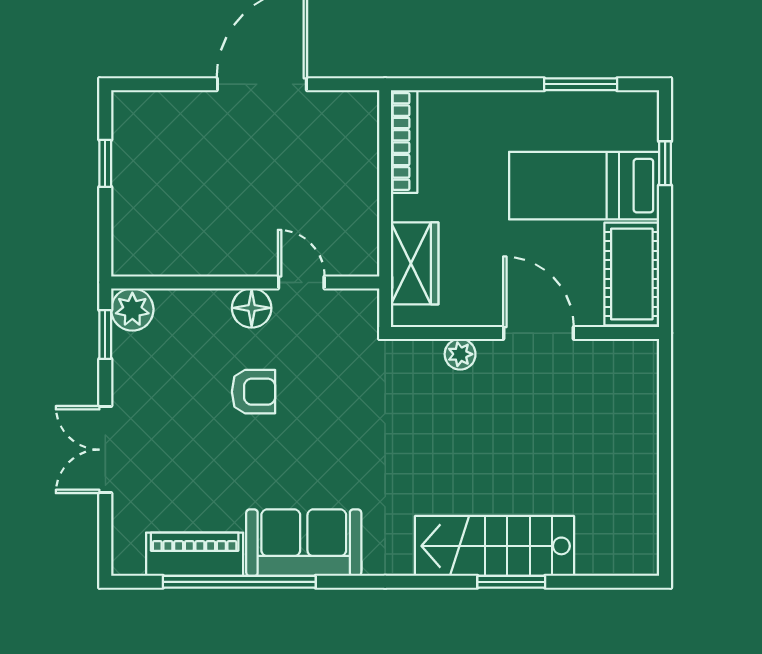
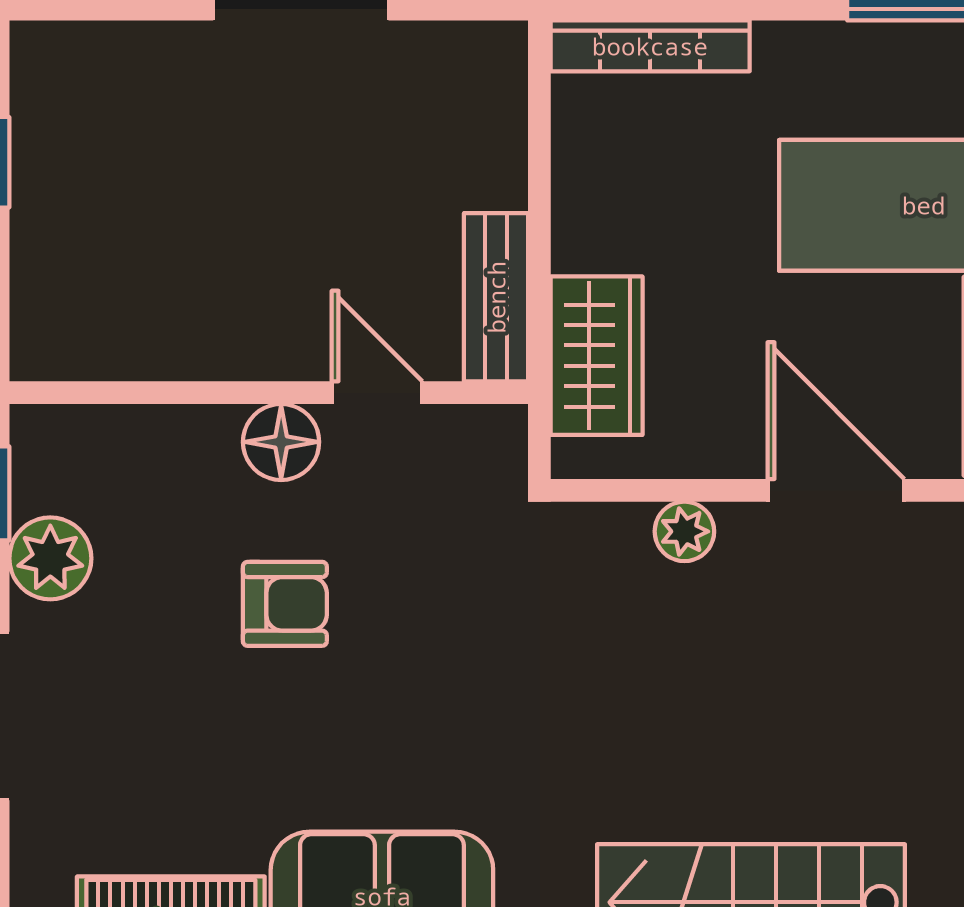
bookcase: (404, 141) -> (650, 46), moved, turned 90
bench: (363, 233) -> (496, 297), added
plant: (132, 309) -> (50, 558), moved

